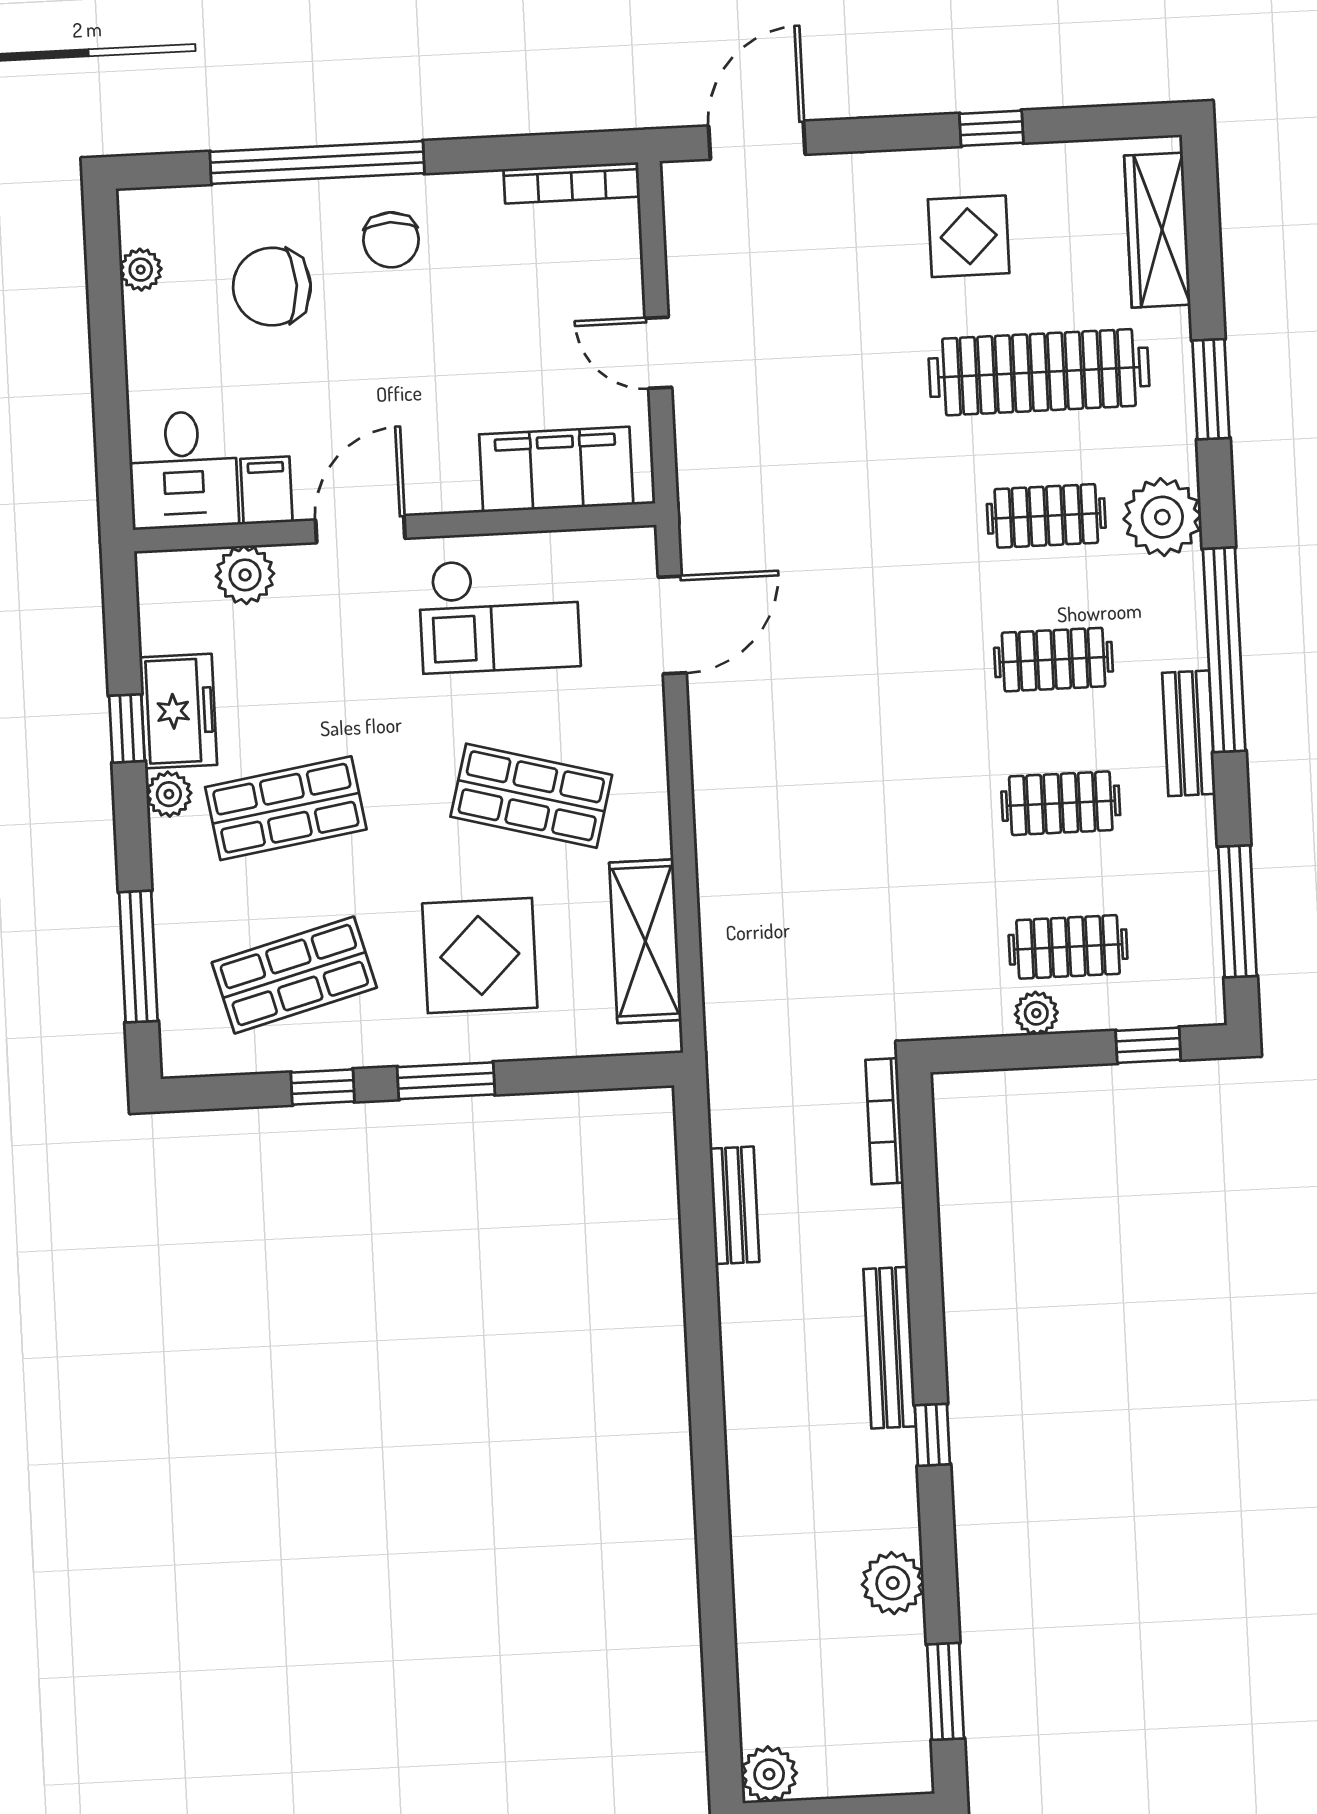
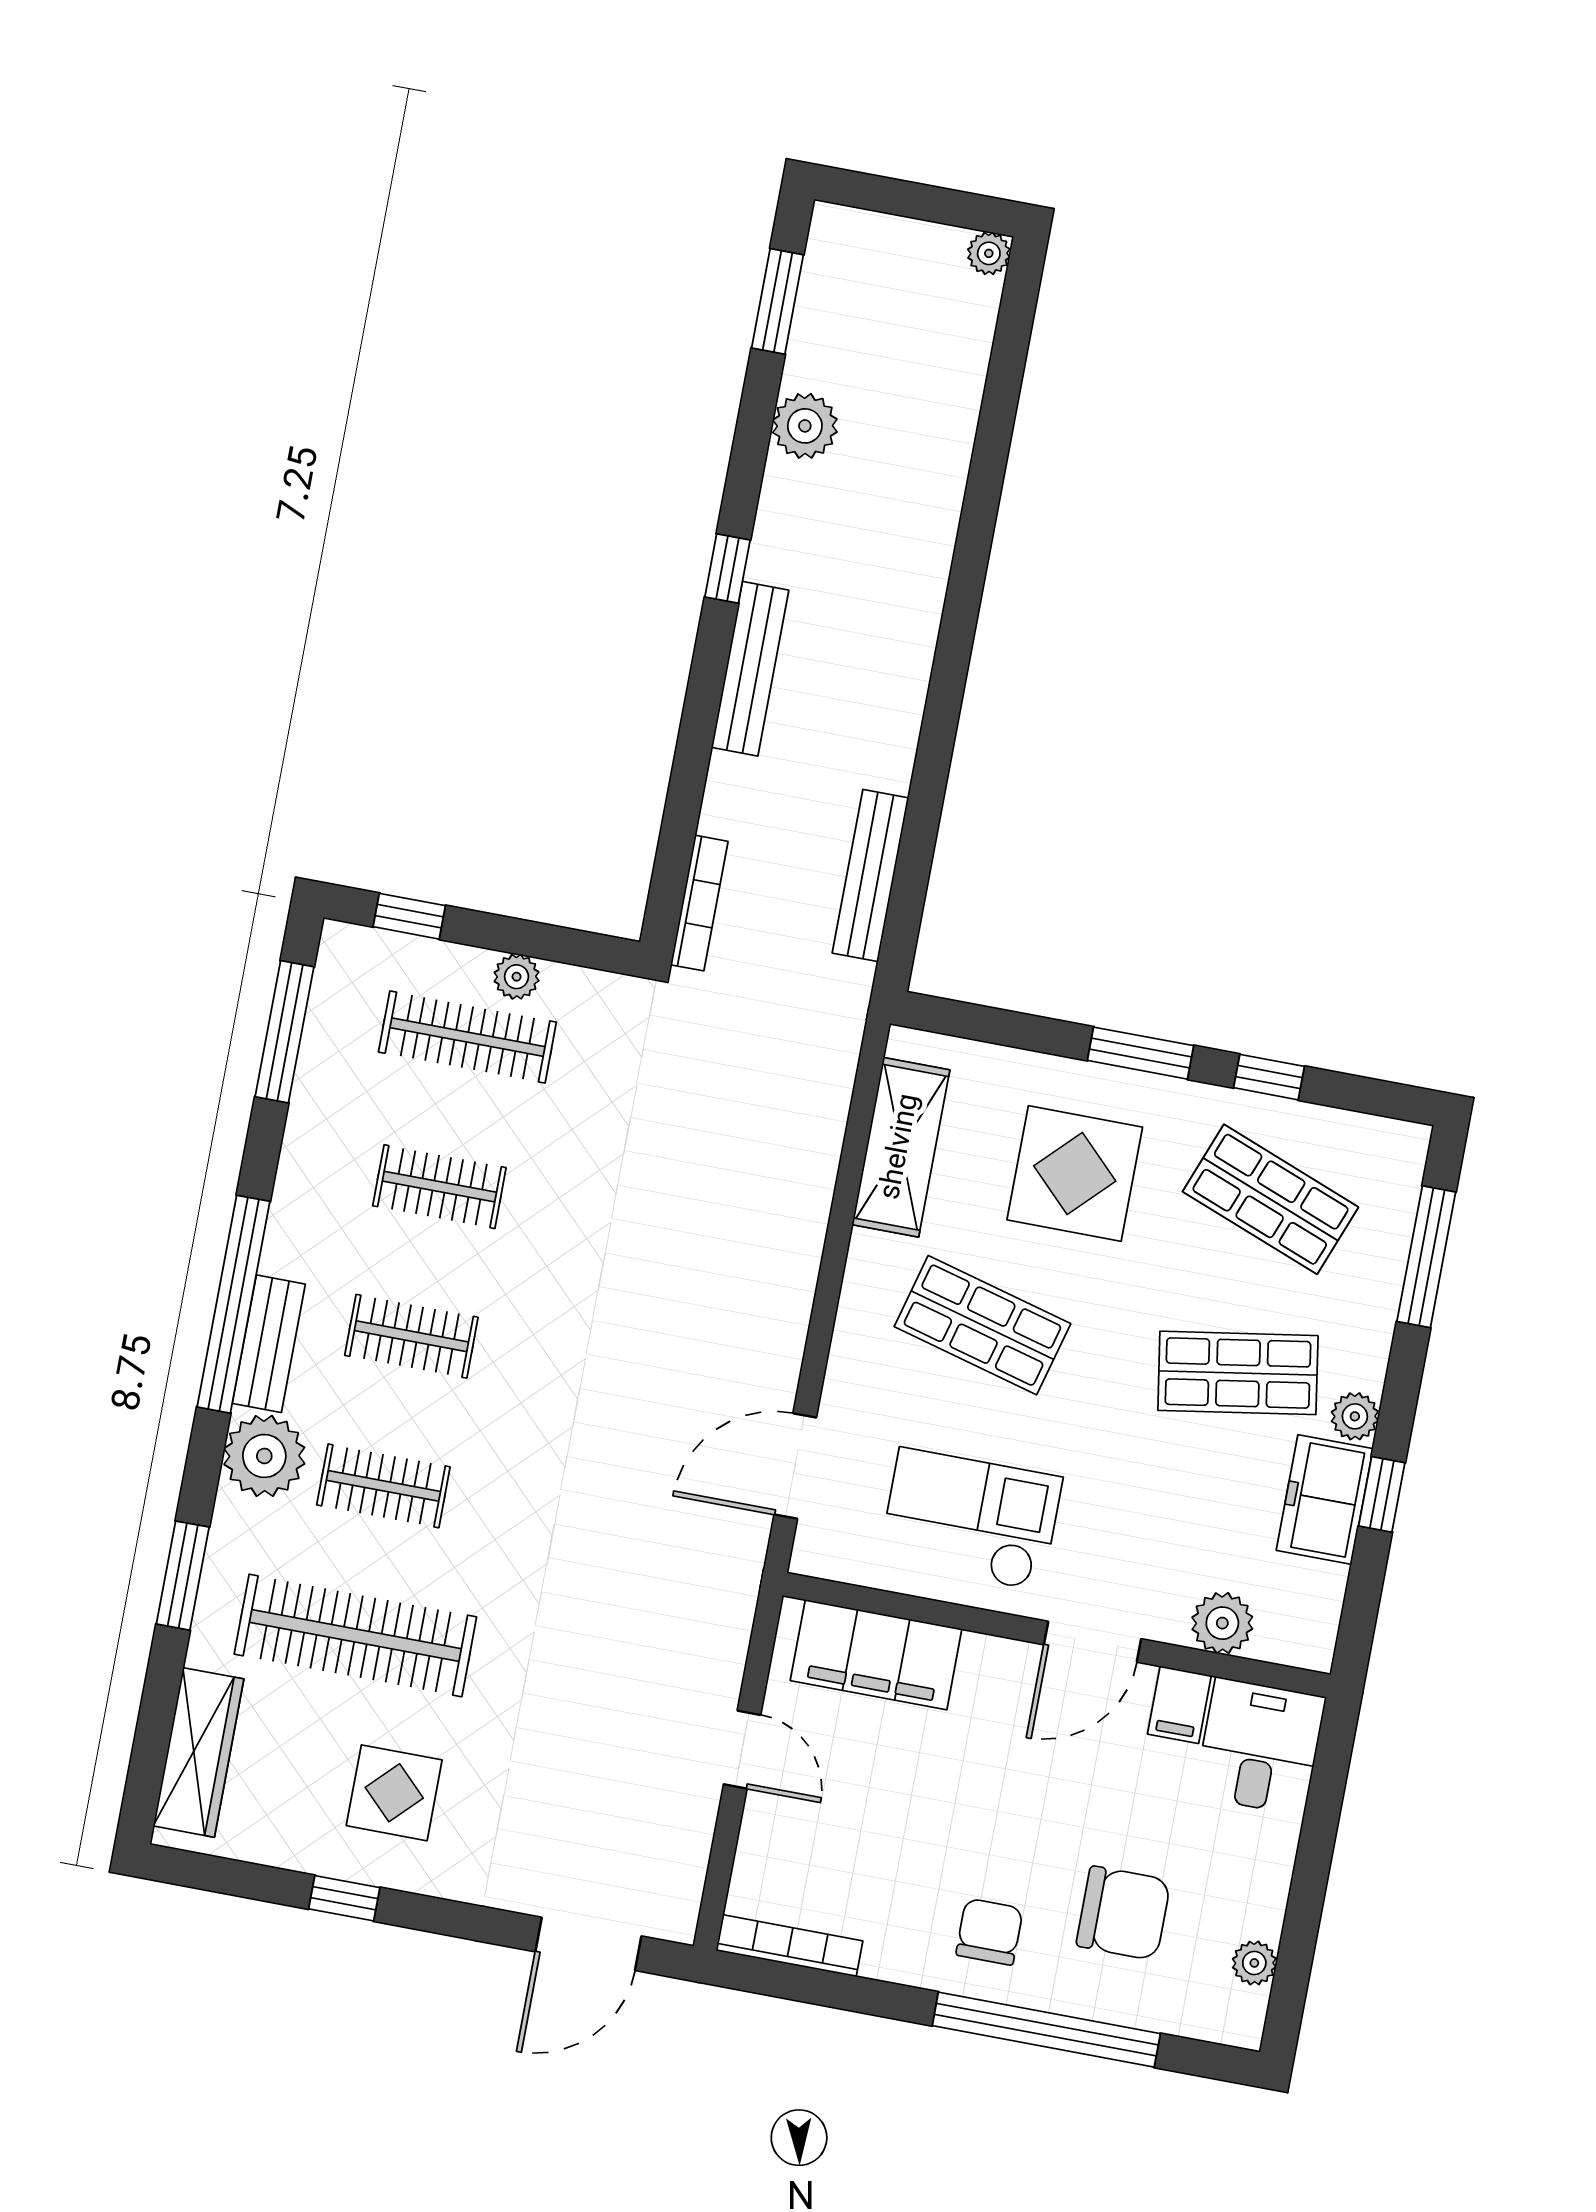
bench: (1189, 733) -> (269, 1344), moved
clothes rail: (1068, 947) -> (467, 1037), width x1.36
shop shelf: (294, 975) -> (1270, 1199), turned 36
bench: (734, 1205) -> (870, 876), width x1.36
plant: (769, 1774) -> (989, 253), width x0.73, depth x0.73

